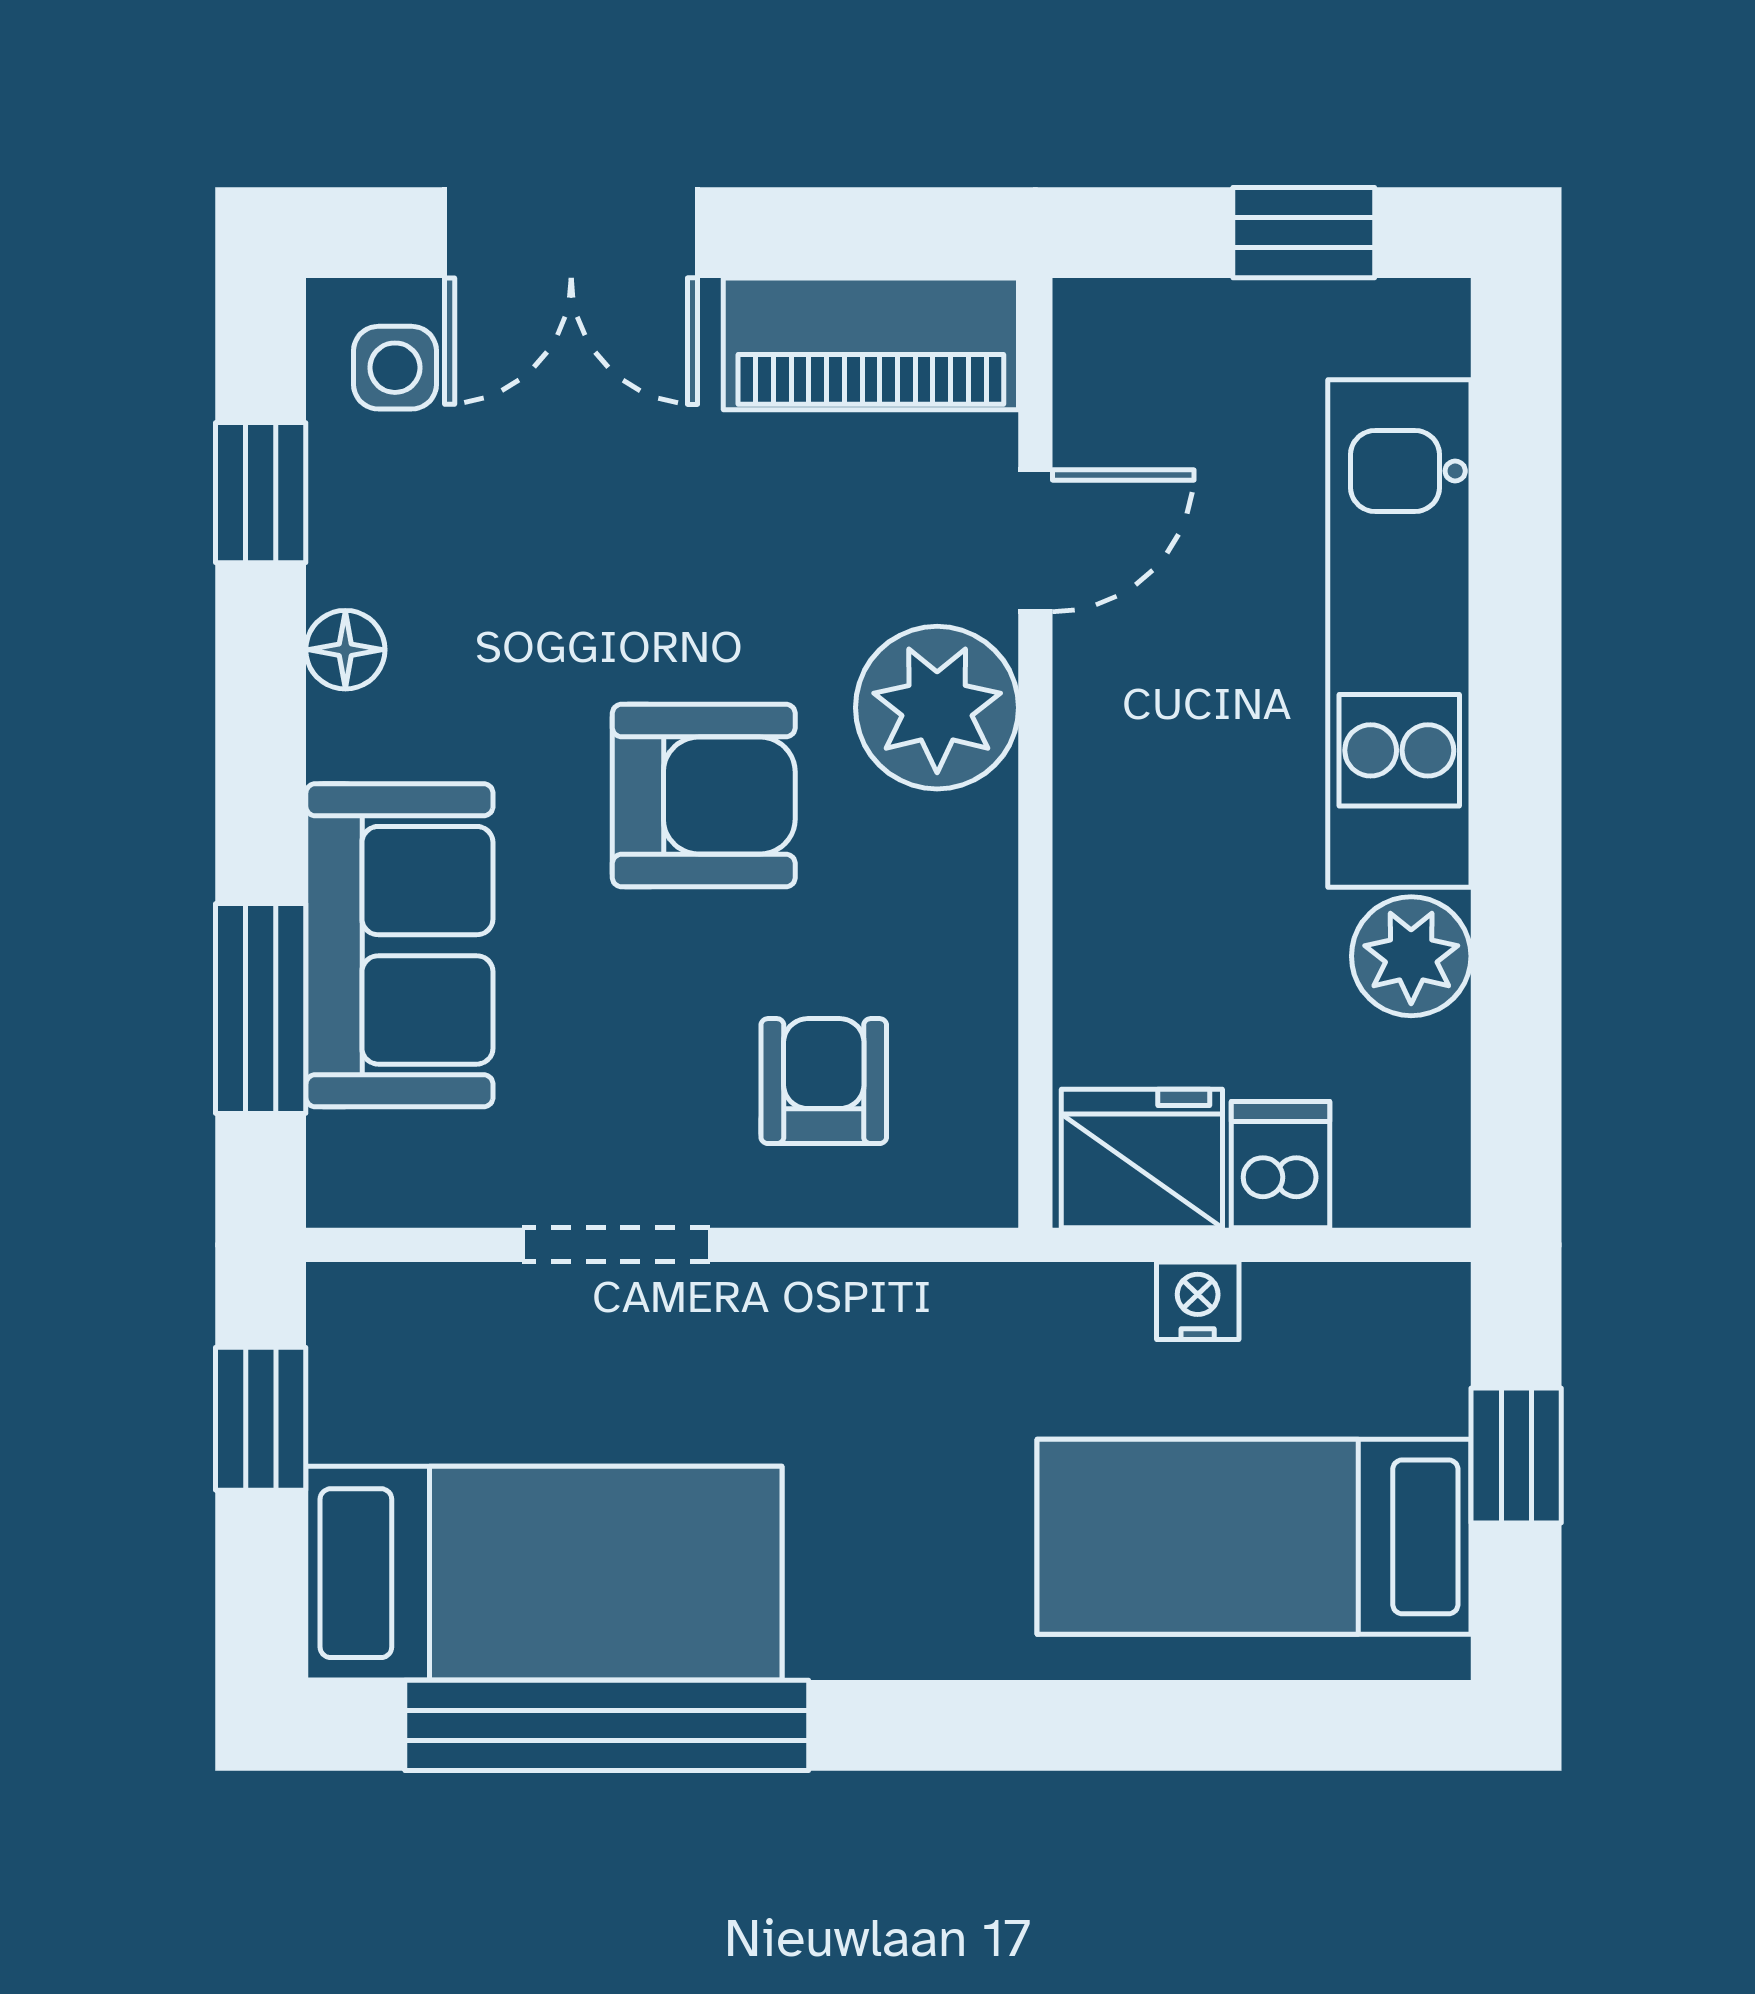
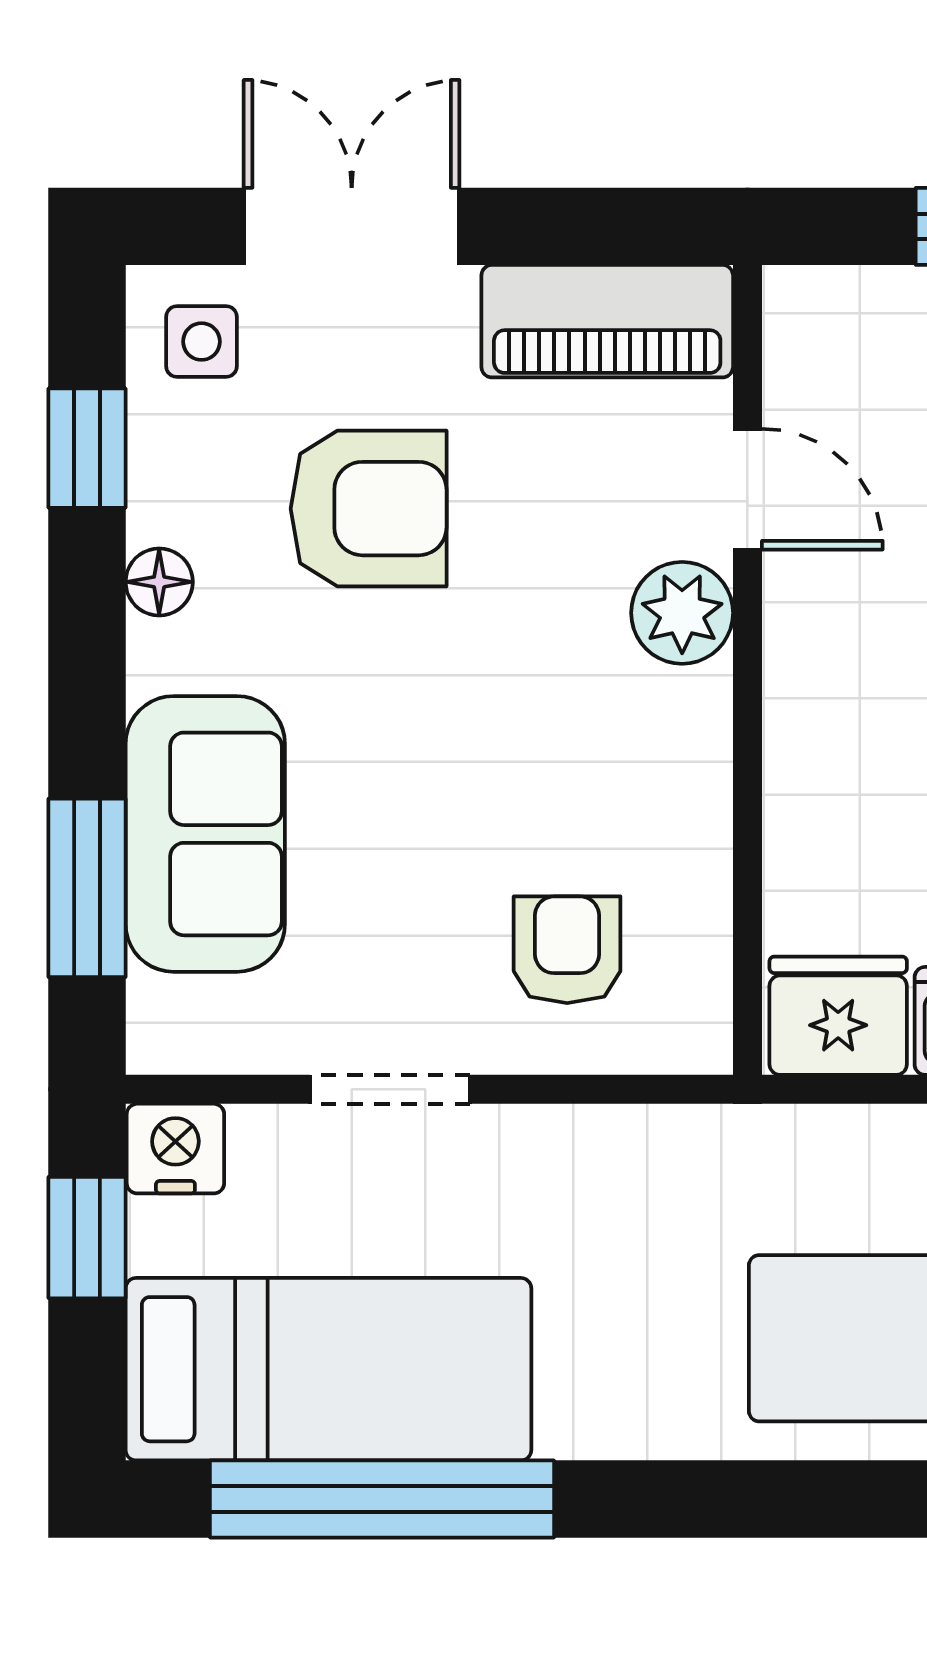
double door: (571, 233) -> (352, 226), swing flipped
door: (1035, 541) -> (747, 489), hinge flipped
plant: (937, 708) -> (682, 613), width x0.73, depth x0.73
armchair: (704, 796) -> (369, 509), moved
nightstand: (1198, 1301) -> (175, 1149), moved, width x1.39, depth x1.35

